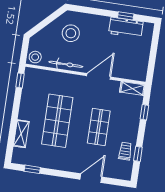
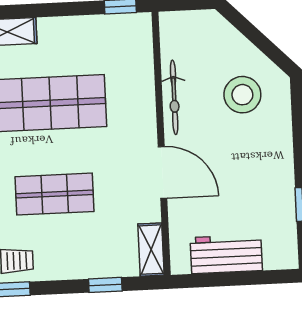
workbench: (126, 28) -> (226, 254), moved, turned 90
stool: (35, 57) -> (176, 29), removed

